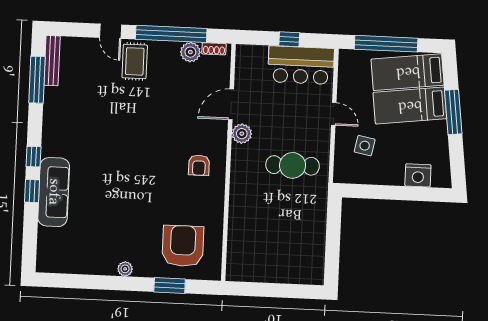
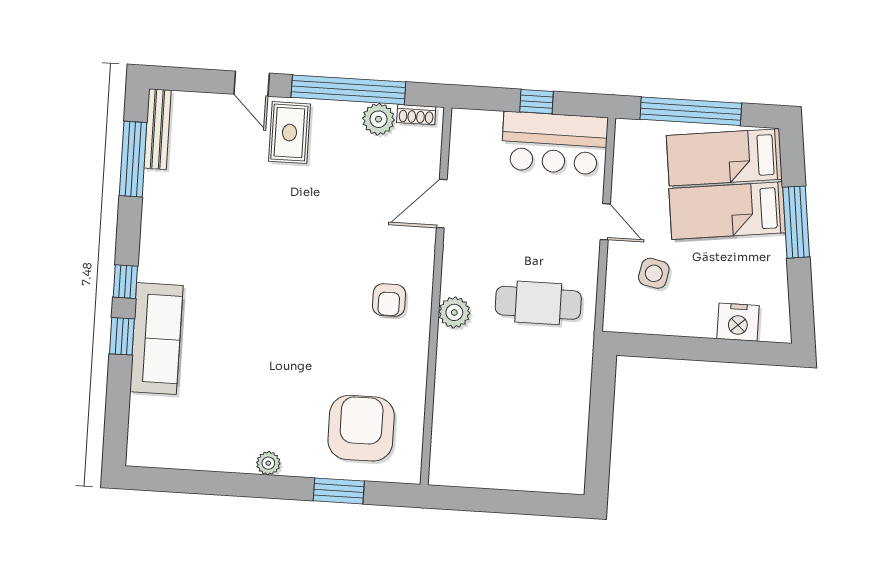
plant: (242, 134) -> (454, 312), moved

